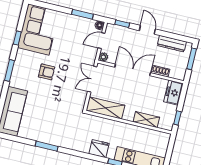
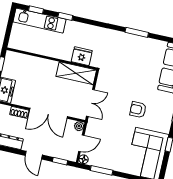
shelving: (146, 120) -> (33, 62), removed
fridge: (99, 149) -> (82, 56), moved, turned 180

